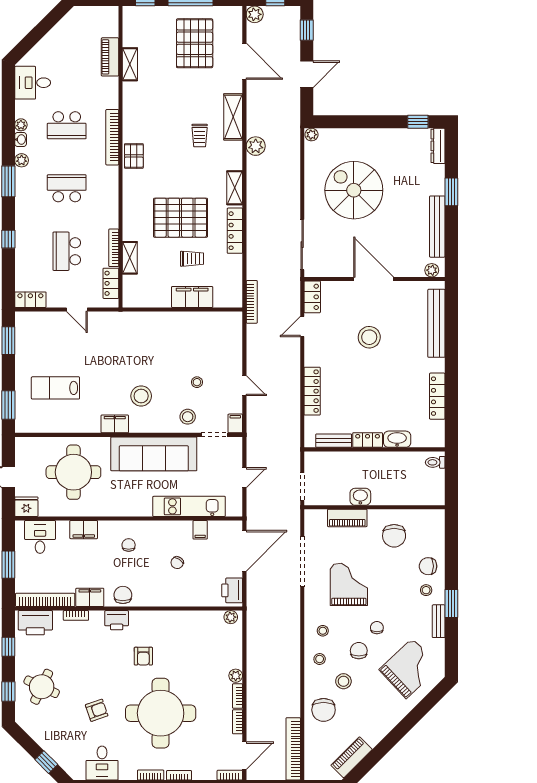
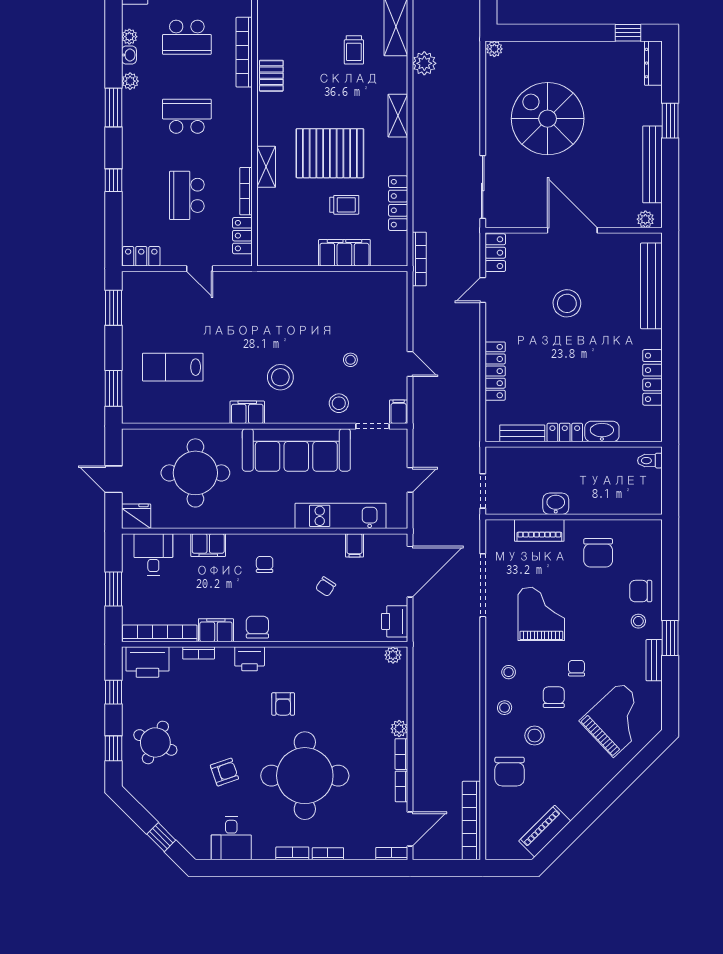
locker: (235, 231) -> (398, 203), moved
shelving: (130, 258) -> (266, 167), moved

